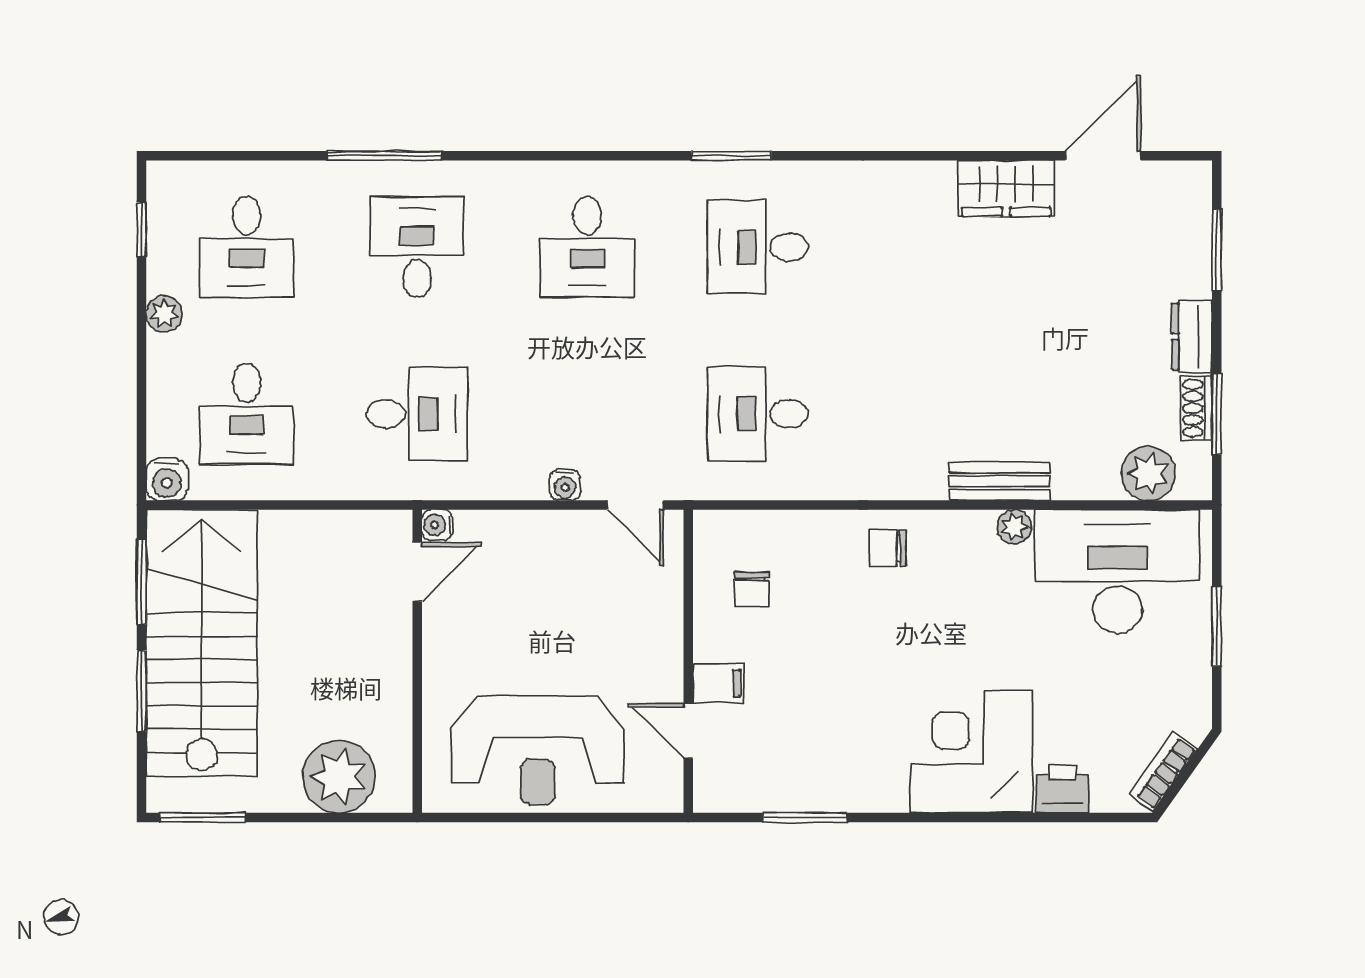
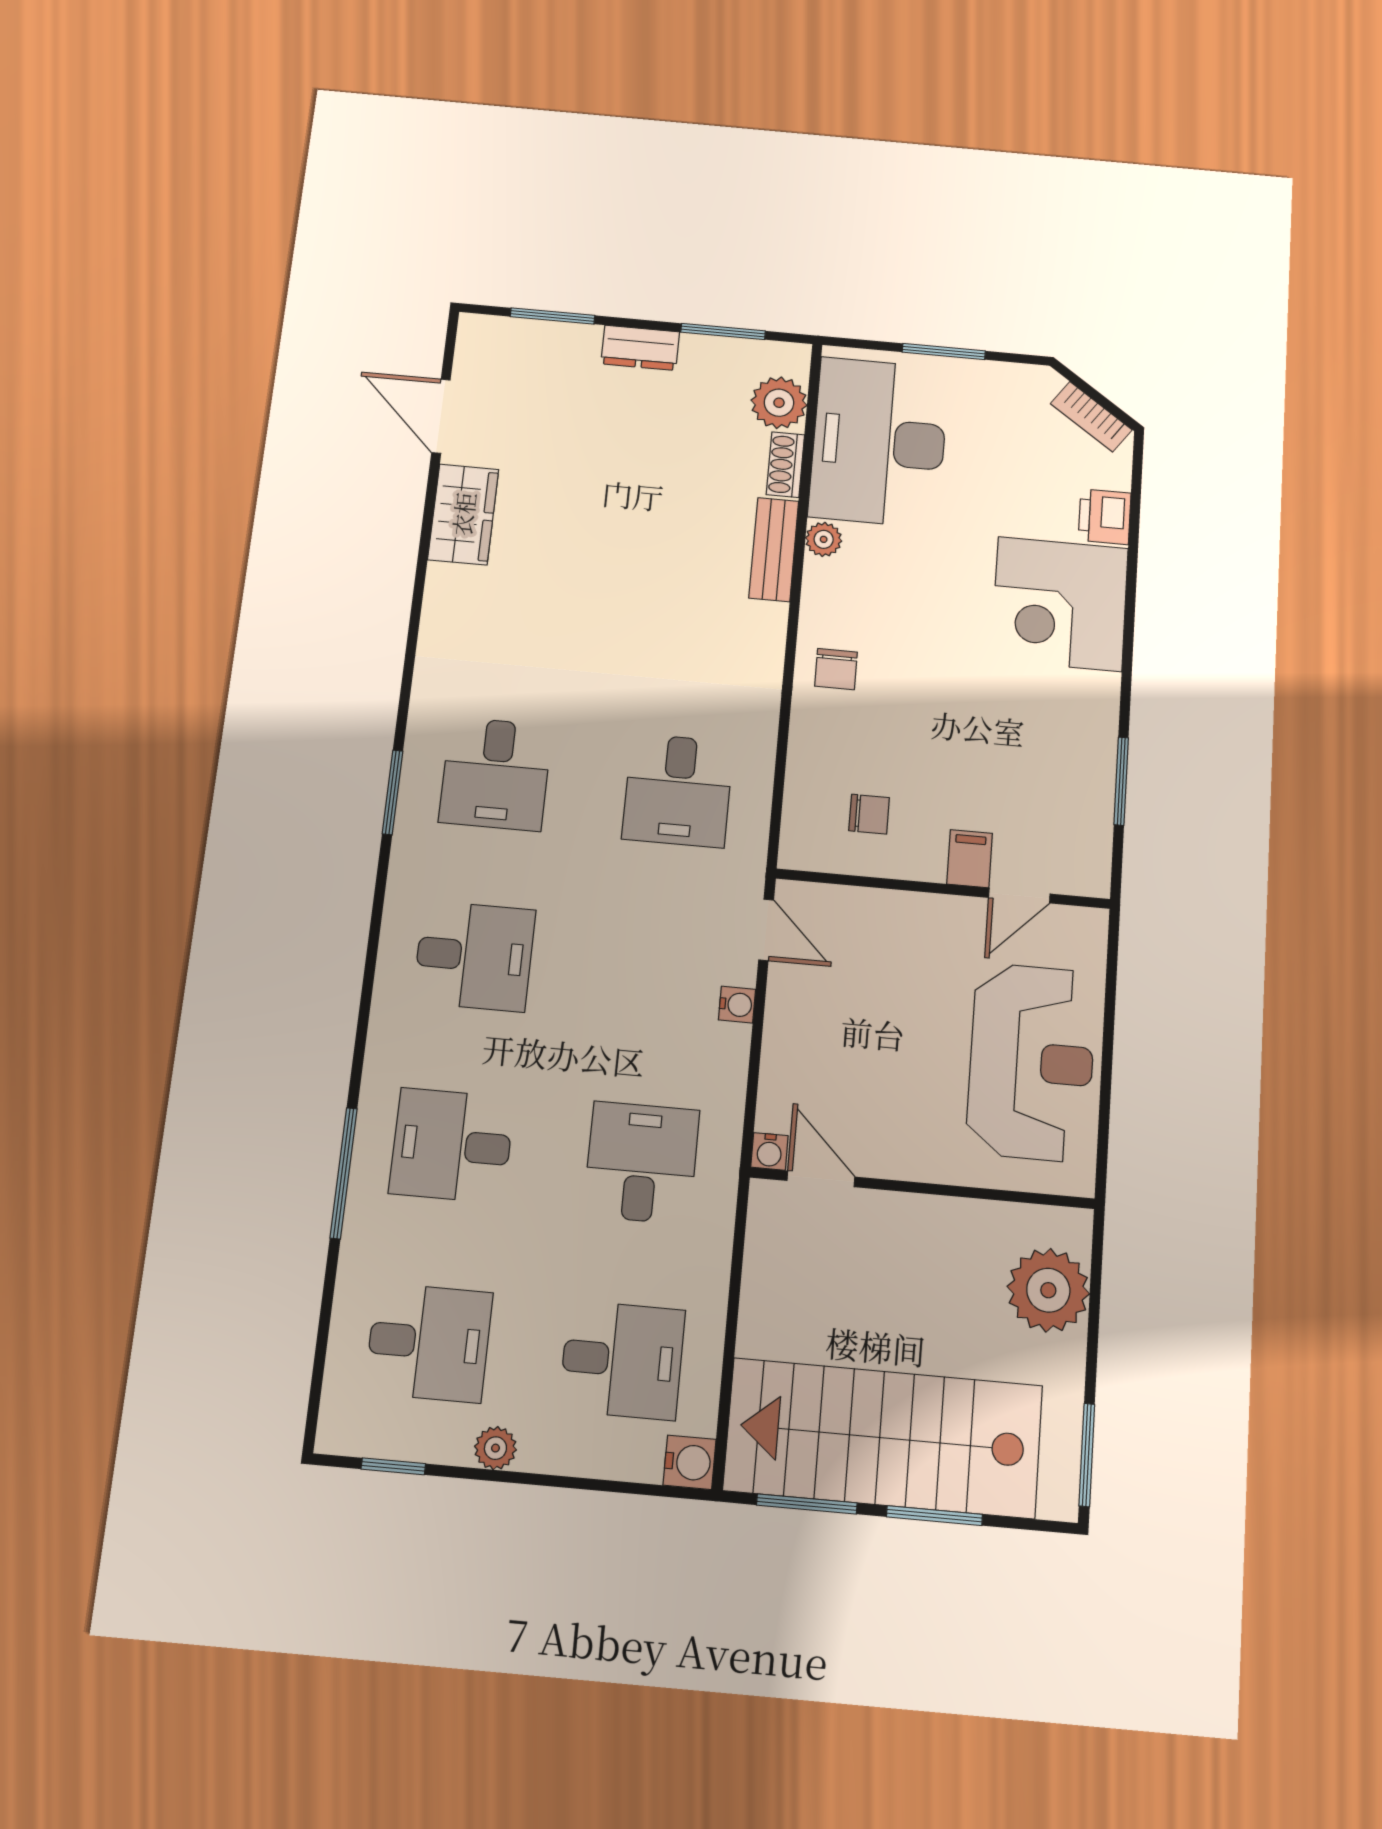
shoe rack: (1197, 408) -> (785, 465), moved, turned 90
door: (635, 505) -> (766, 930), hinge flipped

